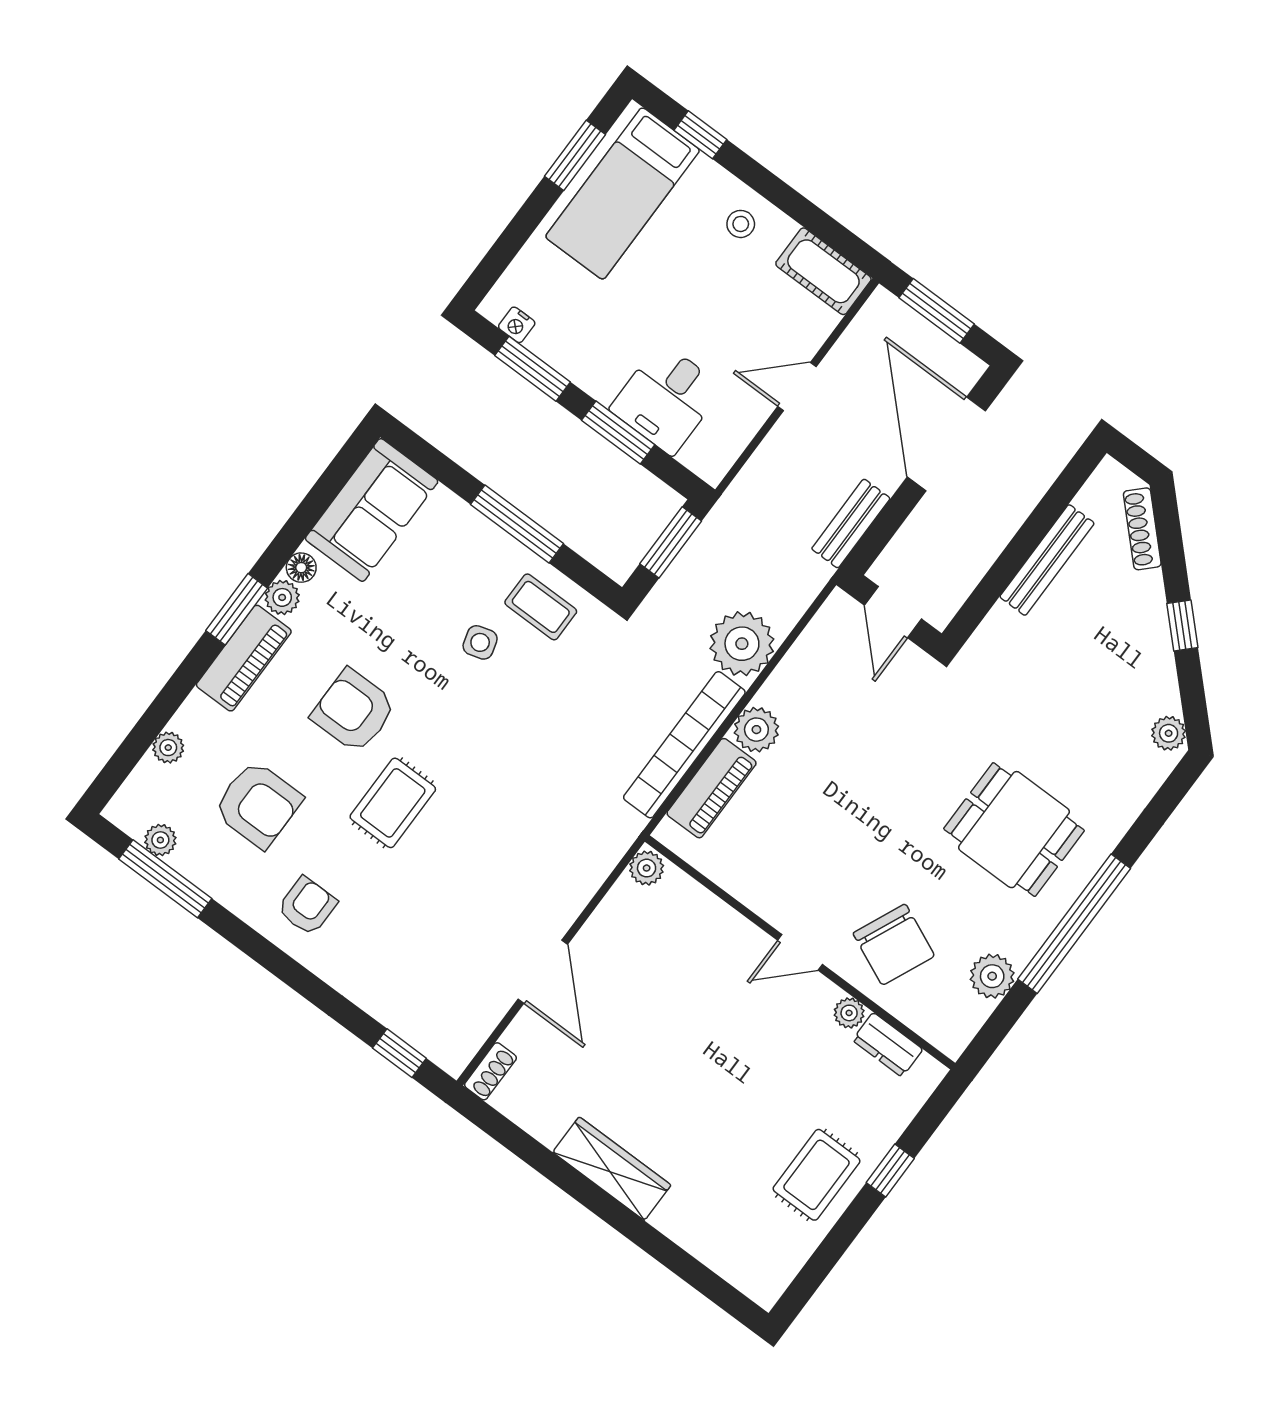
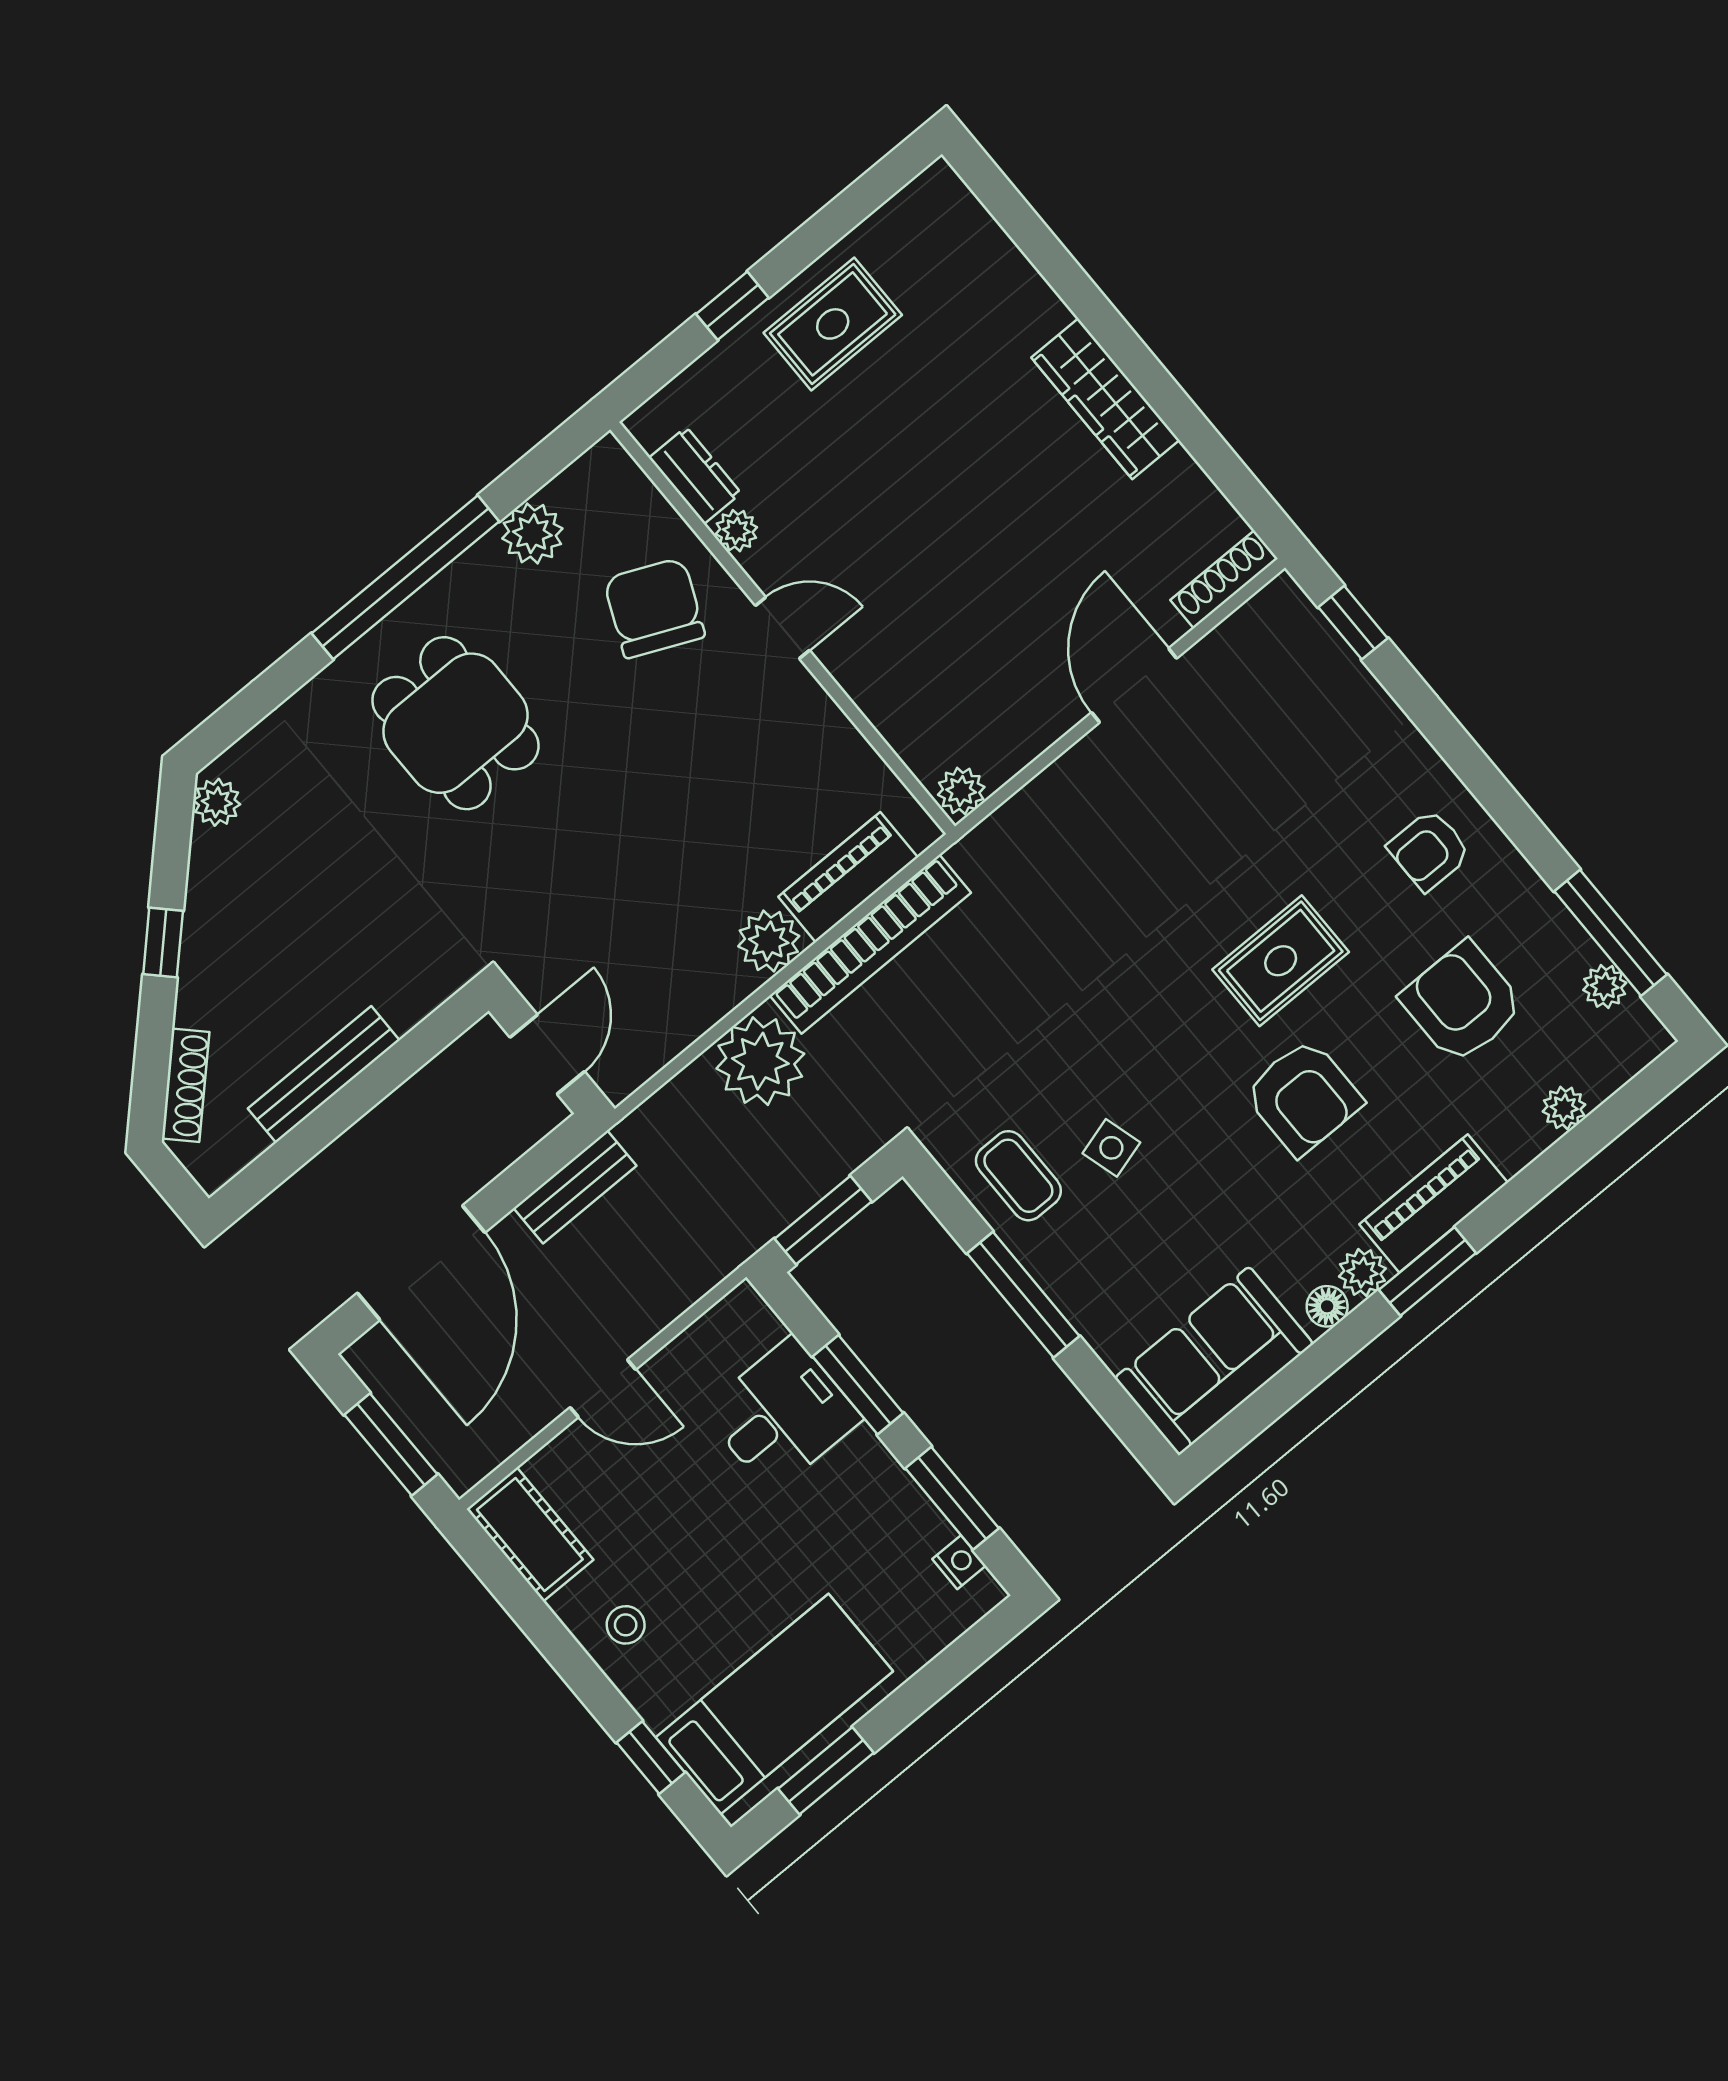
shoe rack: (490, 1071) -> (1224, 579), width x1.43

